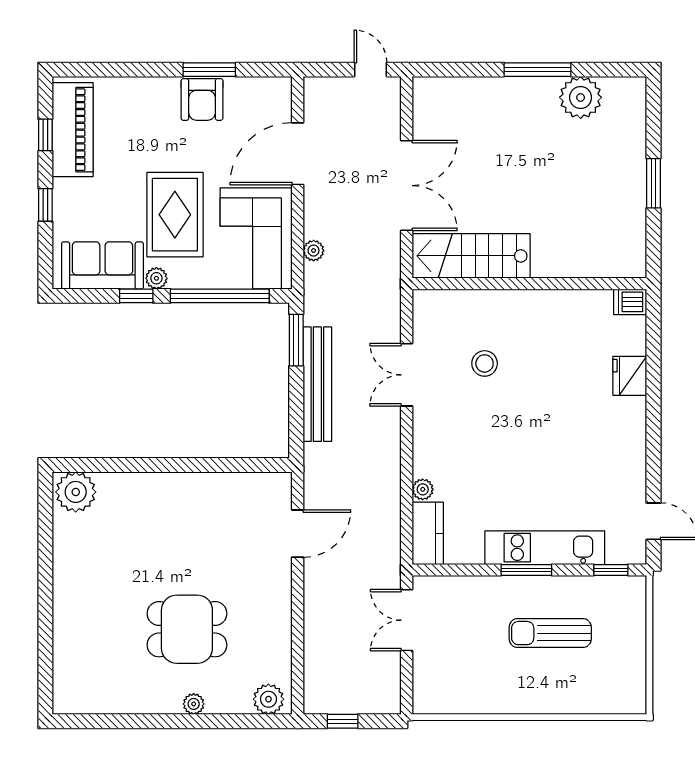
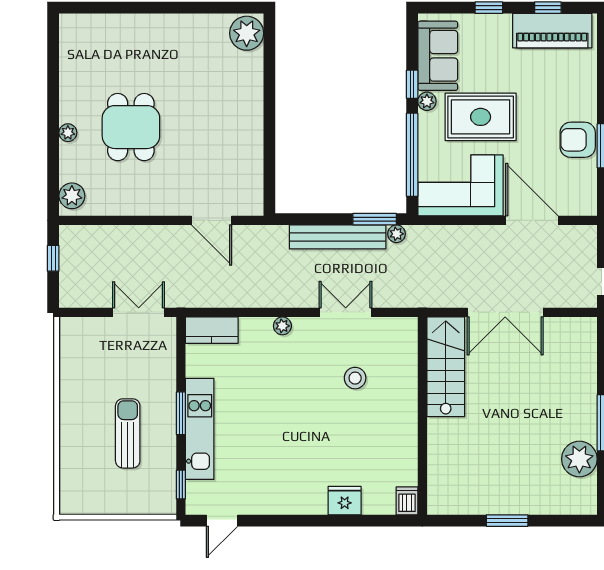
plant: (314, 251) -> (396, 234), moved
plant: (423, 489) -> (282, 326), moved

